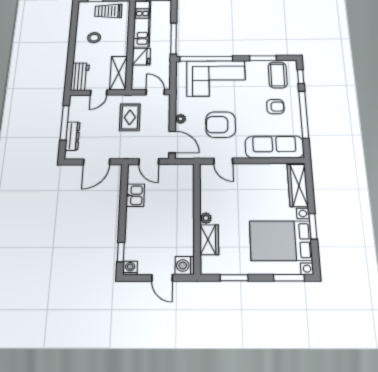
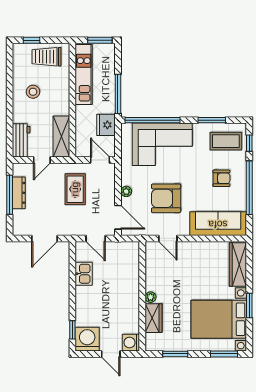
fridge: (141, 57) -> (106, 125), moved, turned 180
coffee table: (278, 75) -> (226, 141), turned 90
dresser: (72, 136) -> (19, 193), moved
washing machine: (130, 268) -> (87, 339), width x1.89, depth x1.89

